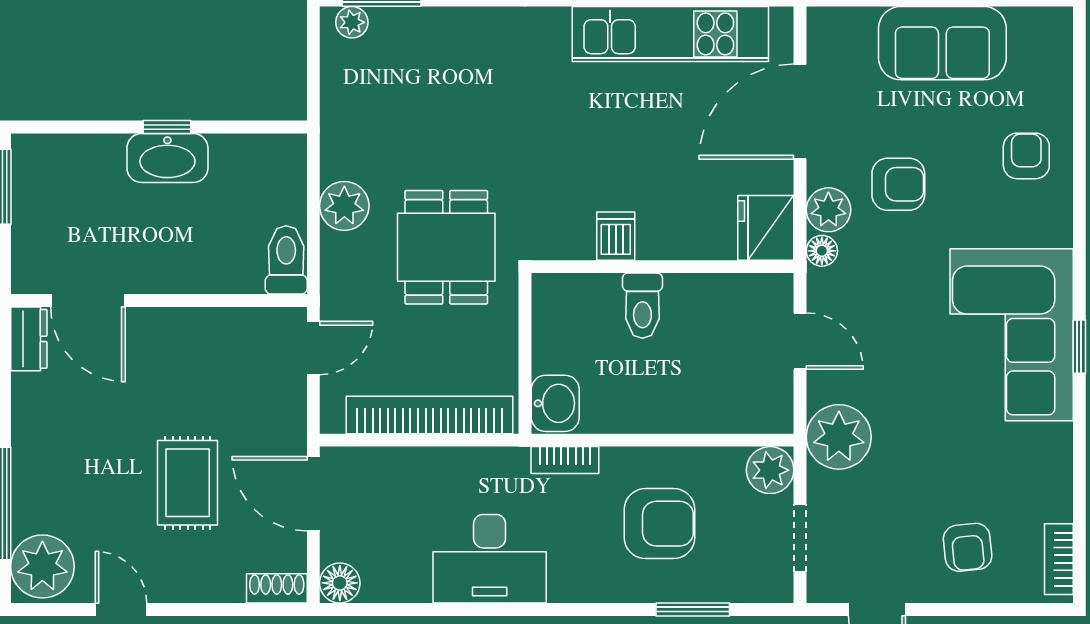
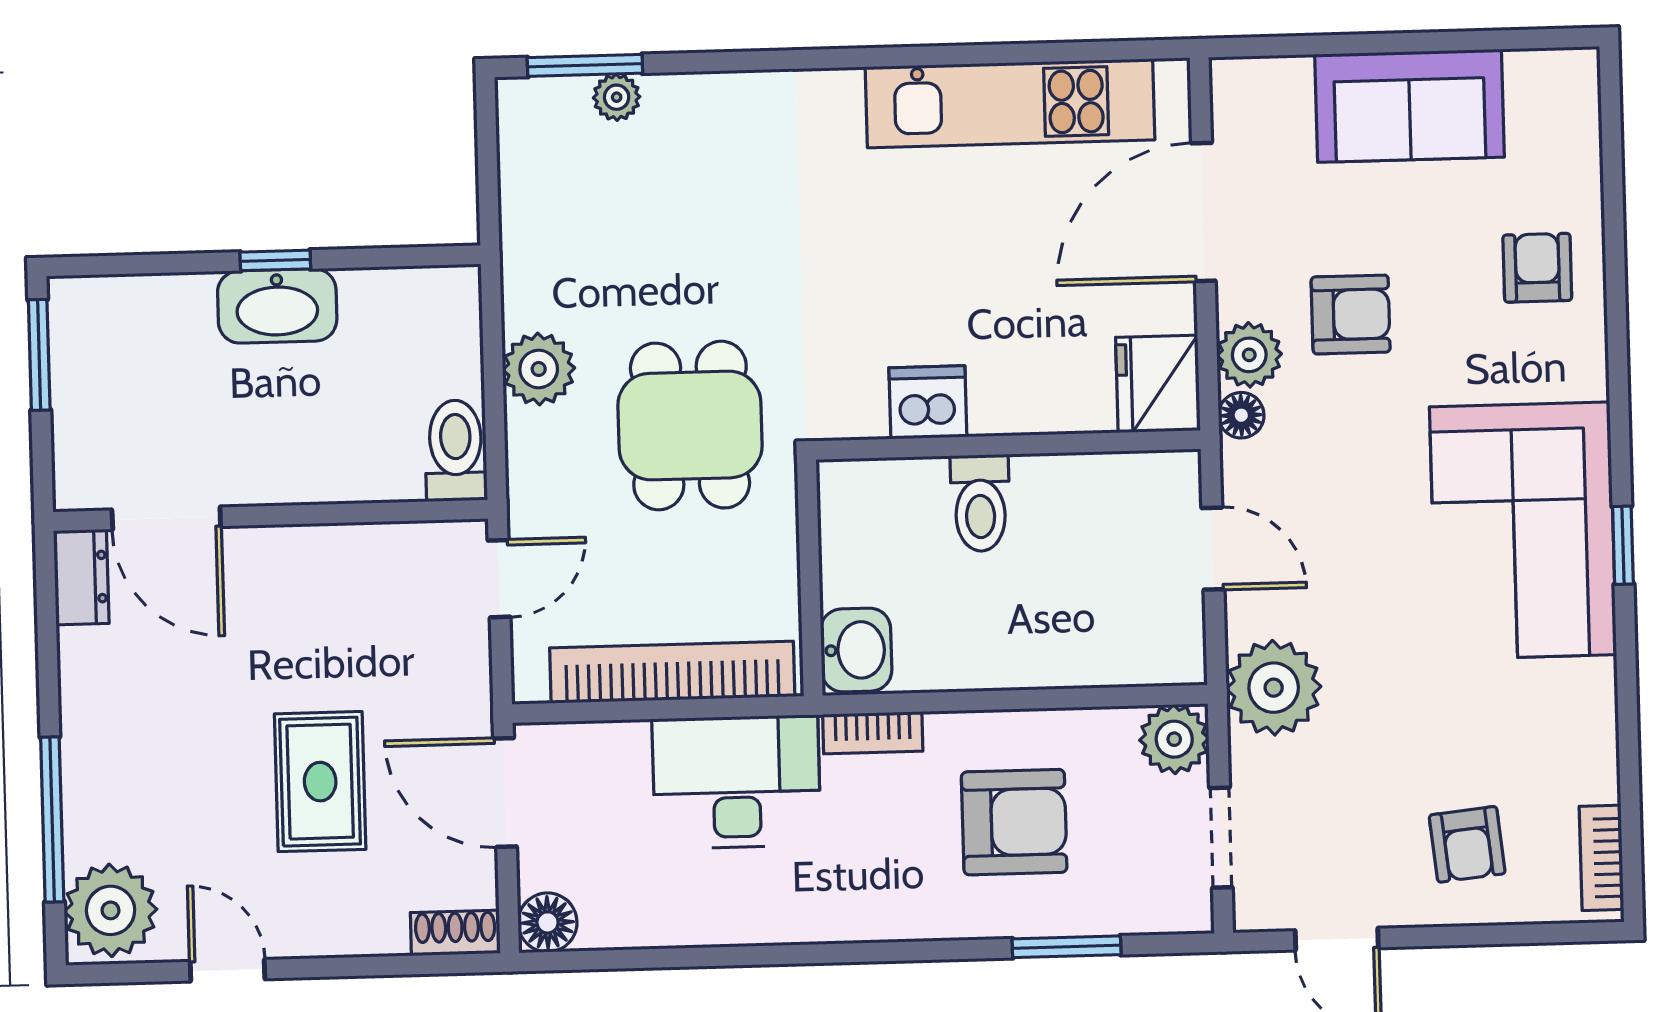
plant: (352, 22) -> (617, 97), moved
dishwasher: (616, 236) -> (928, 402), width x1.38
desk: (490, 559) -> (736, 782), moved, turned 180

